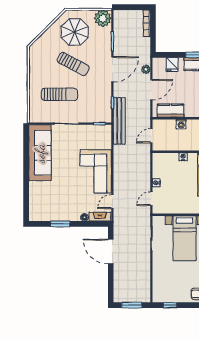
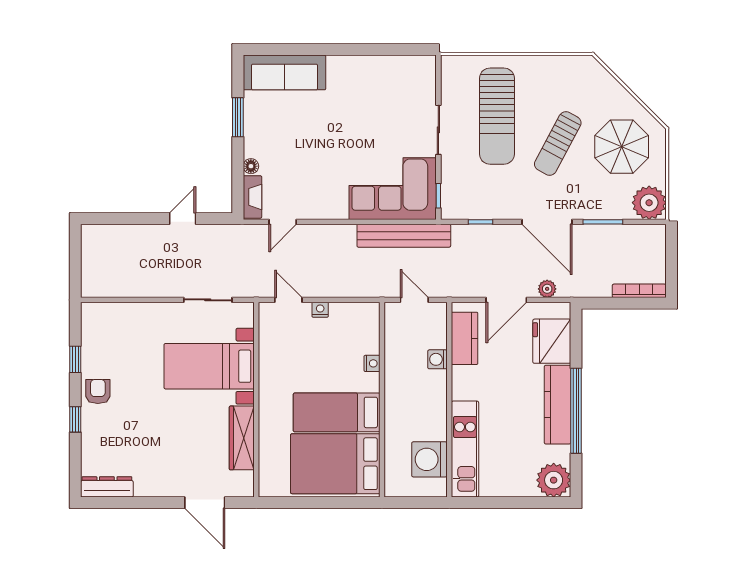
fridge: (172, 65) -> (552, 341), width x1.88, depth x1.34
door: (151, 90) -> (506, 300), hinge flipped
sun lounger: (59, 94) -> (497, 116), width x1.36, depth x1.34
bench: (119, 121) -> (404, 236), moved
sofa: (40, 153) -> (284, 72), moved, width x0.74, depth x0.79
corner sofa: (96, 171) -> (393, 189), moved
door: (112, 202) -> (283, 222), swing flipped
door: (111, 251) -> (183, 219), width x0.53
window: (132, 305) -> (75, 261), removed
window: (170, 305) -> (75, 359), moved

